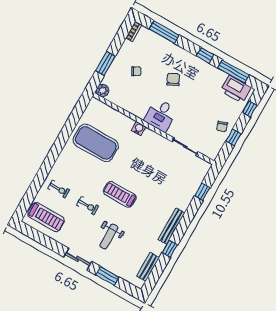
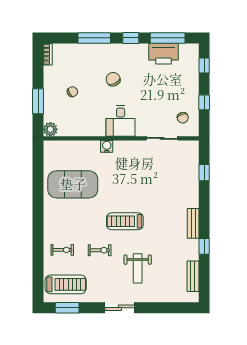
window: (164, 32) -> (94, 38), moved
printer: (236, 89) -> (164, 54), moved
chair: (222, 127) -> (183, 118), moved
bench: (171, 226) -> (193, 223), width x0.73
window: (107, 276) -> (67, 308), moved

